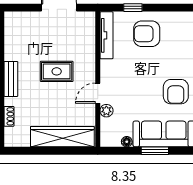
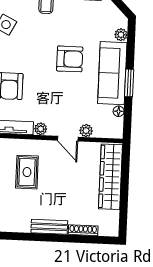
plant: (106, 66) -> (41, 129), added
rug: (57, 71) -> (27, 172), moved
shoe rack: (9, 116) -> (83, 230), width x1.43

